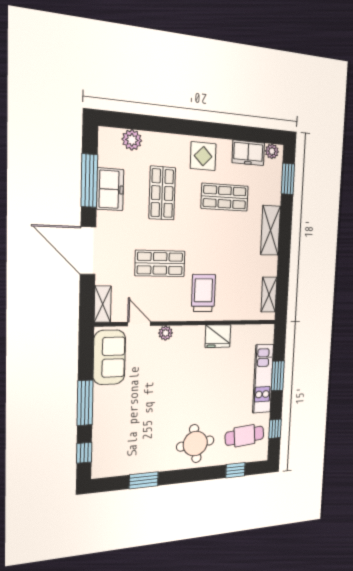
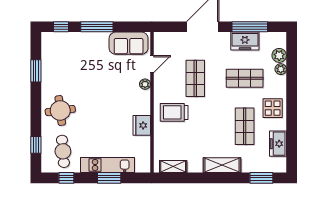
plant: (272, 151) -> (281, 69), moved
trolley: (203, 293) -> (174, 112), turned 180
shelving: (103, 304) -> (166, 38), removed

